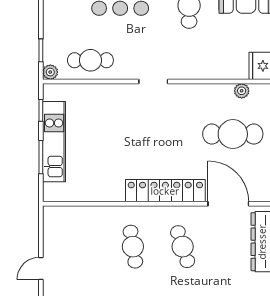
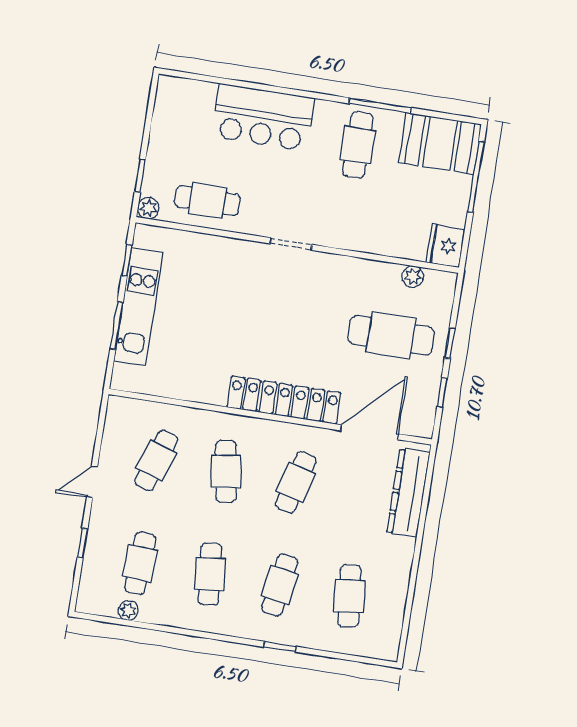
door: (228, 204) -> (369, 432), hinge flipped
cafe table: (83, 247) -> (156, 460), added
cafe table: (183, 247) -> (296, 482), turned 33

